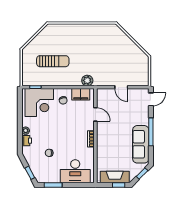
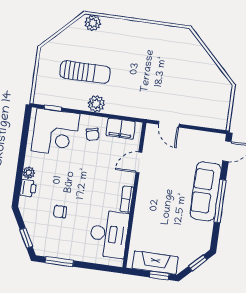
plant: (53, 29) -> (93, 23), added
plant: (87, 80) -> (96, 104), moved
door: (121, 87) -> (169, 124), moved
door: (95, 114) -> (139, 162), swing flipped
sofa: (141, 144) -> (206, 191), moved
desk: (75, 171) -> (109, 234), moved, turned -90

